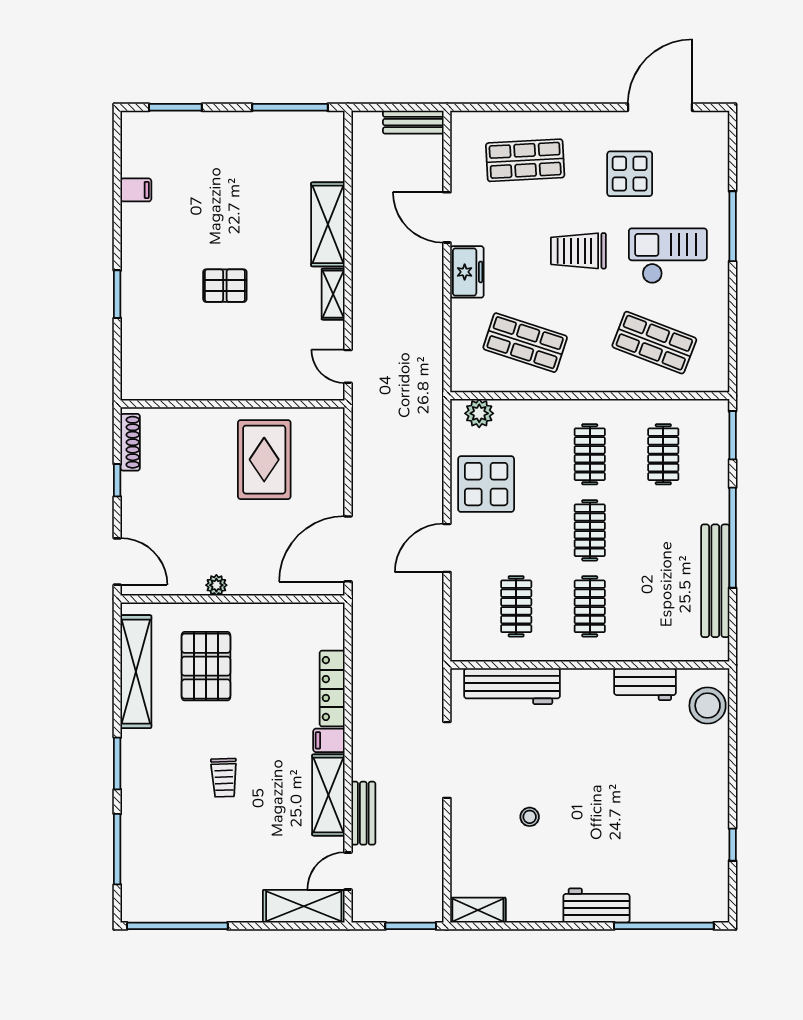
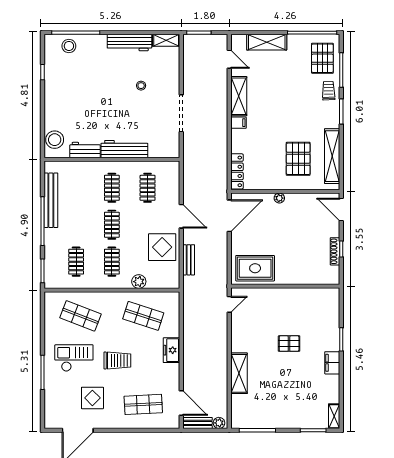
plant: (369, 122) -> (219, 423), added
filing cabinet: (136, 190) -> (332, 363), moved, width x2.00
door: (447, 217) -> (181, 403), moved
checkout: (668, 256) -> (74, 358), turned 180
shelving: (333, 294) -> (334, 416), moved
door: (348, 366) -> (229, 304), hinge flipped
plant: (479, 413) -> (139, 282), moved
shoe rack: (130, 442) -> (335, 251), moved
rug: (264, 460) -> (255, 268), moved, turned 90
door: (447, 548) -> (181, 216), hinge flipped
plant: (216, 585) -> (279, 198), moved
workbench: (512, 686) -> (124, 149), moved
locker: (332, 689) -> (237, 171), moved
trolley: (224, 778) -> (329, 91), moved
bench: (363, 813) -> (189, 260), moved
door: (348, 871) -> (229, 59), hinge flipped
pallet: (156, 873) -> (322, 58), added
stool: (678, 898) -> (69, 46), added
workbench: (596, 905) -> (129, 43), moved, width x1.37
shelving: (304, 906) -> (267, 42), moved

